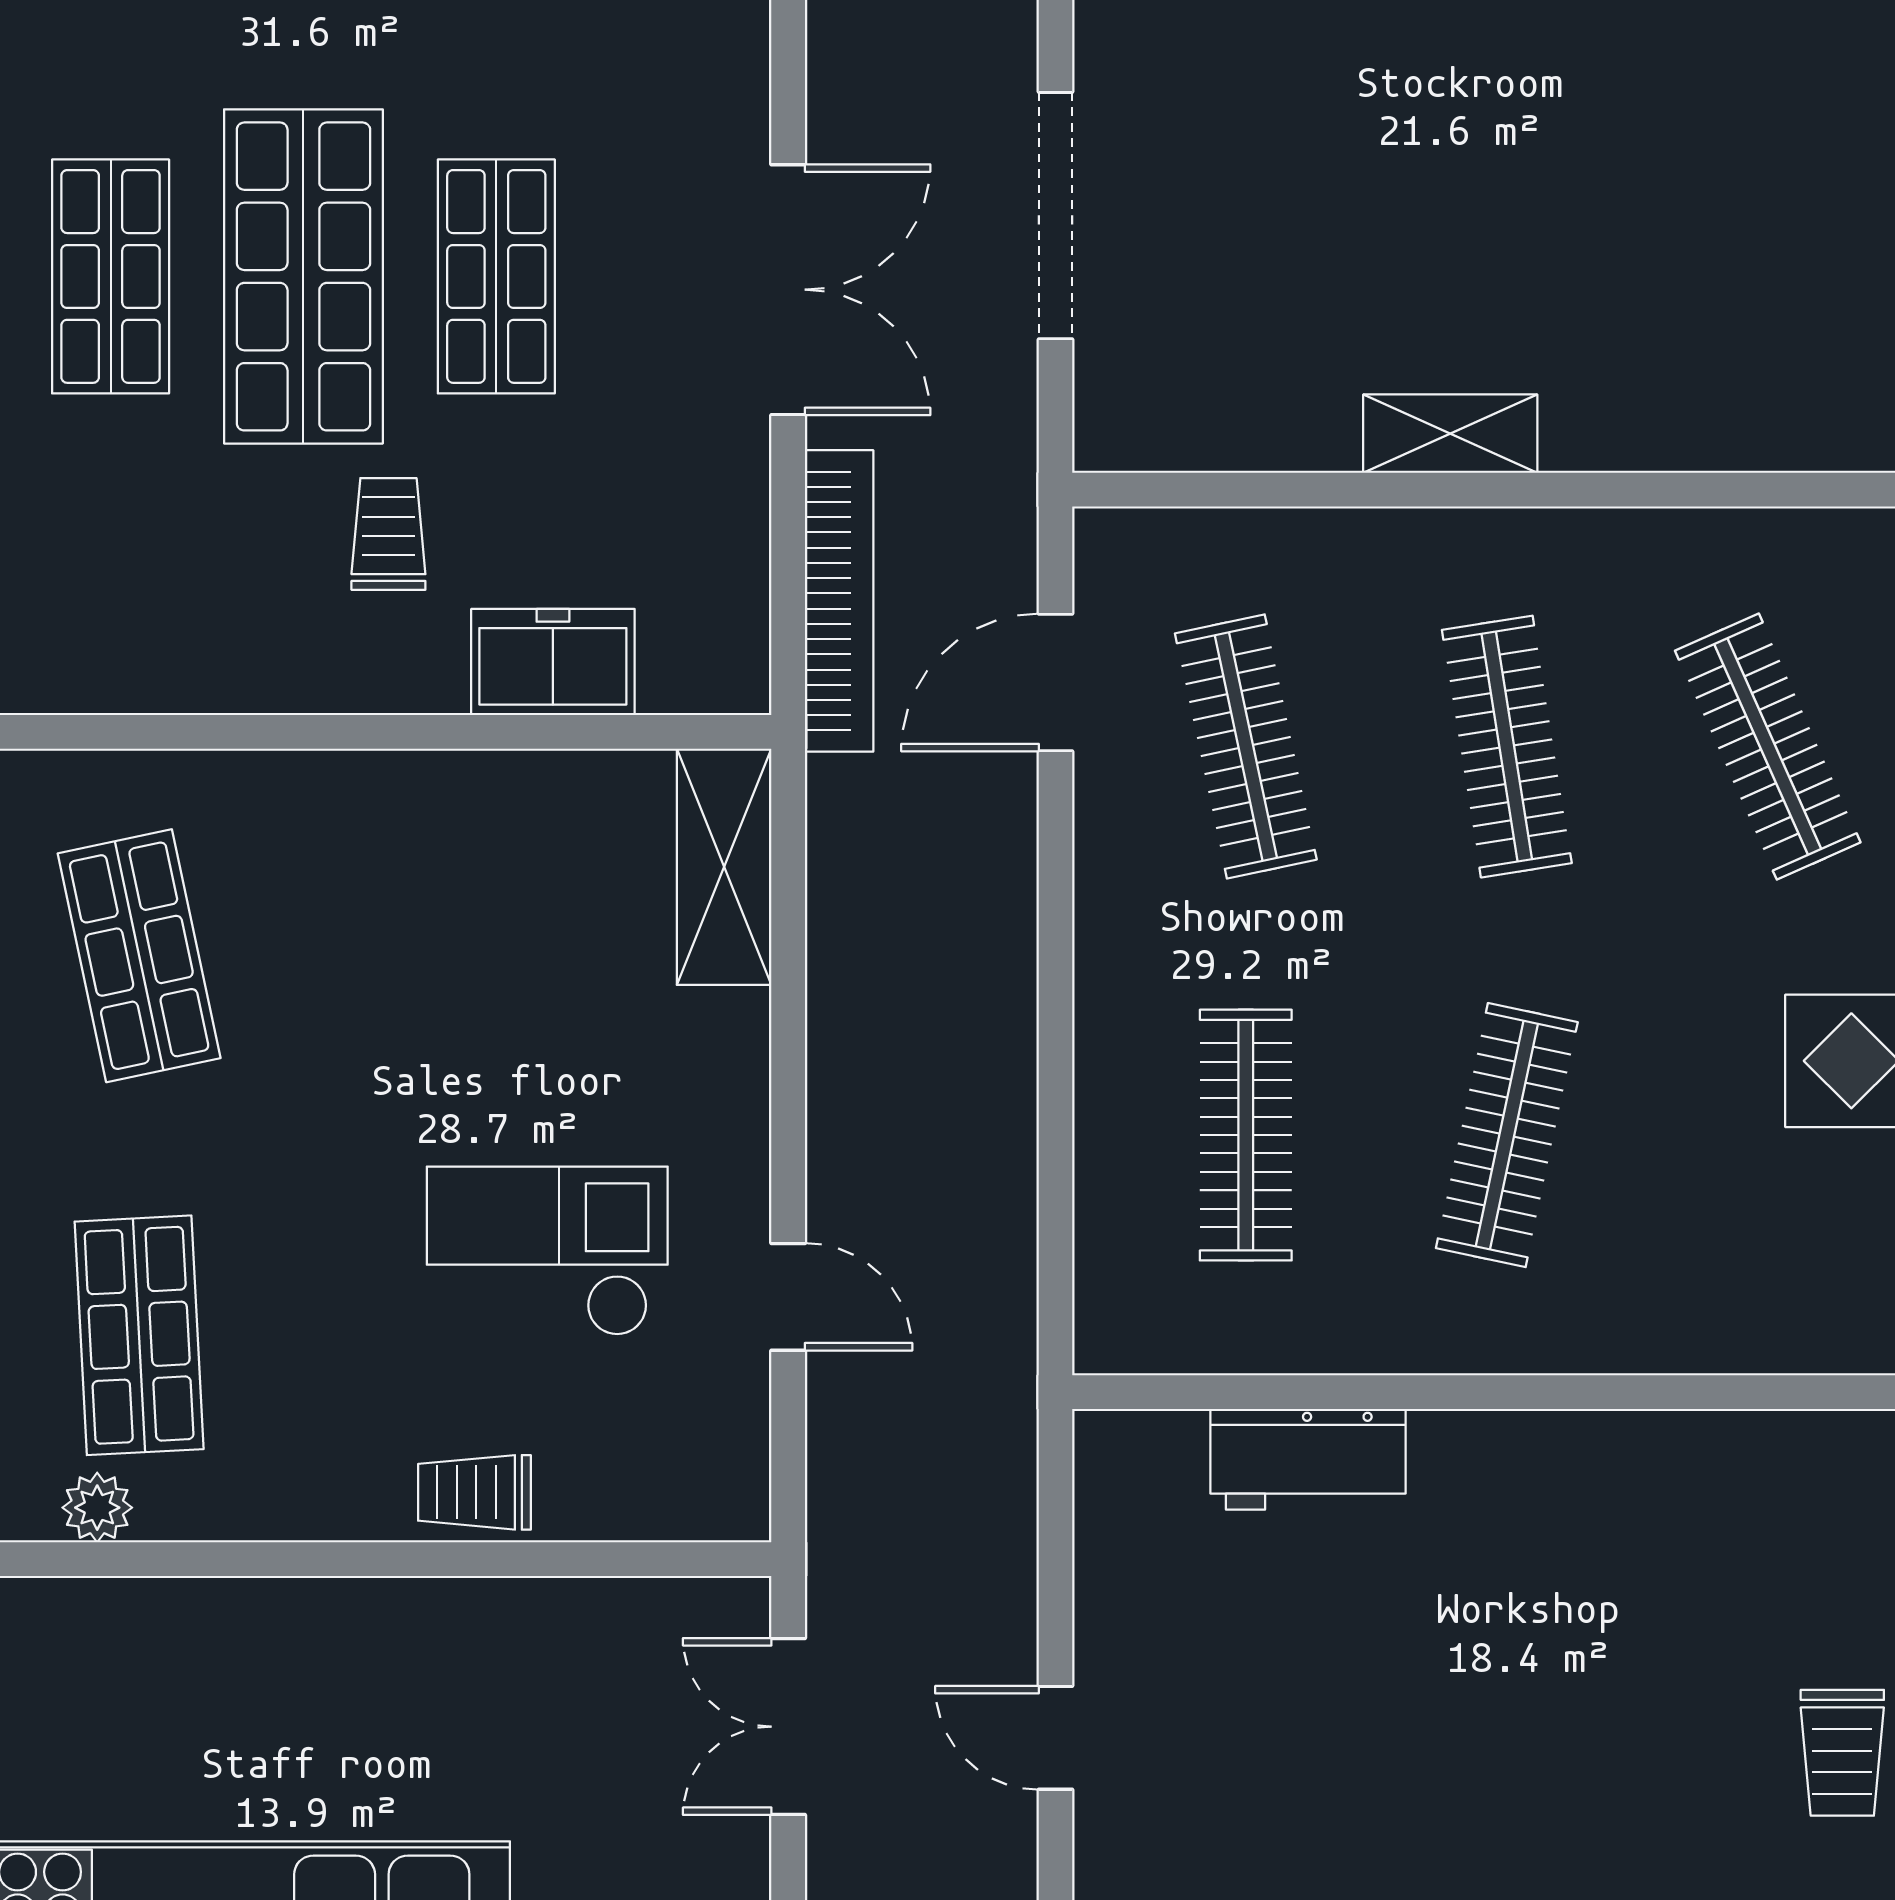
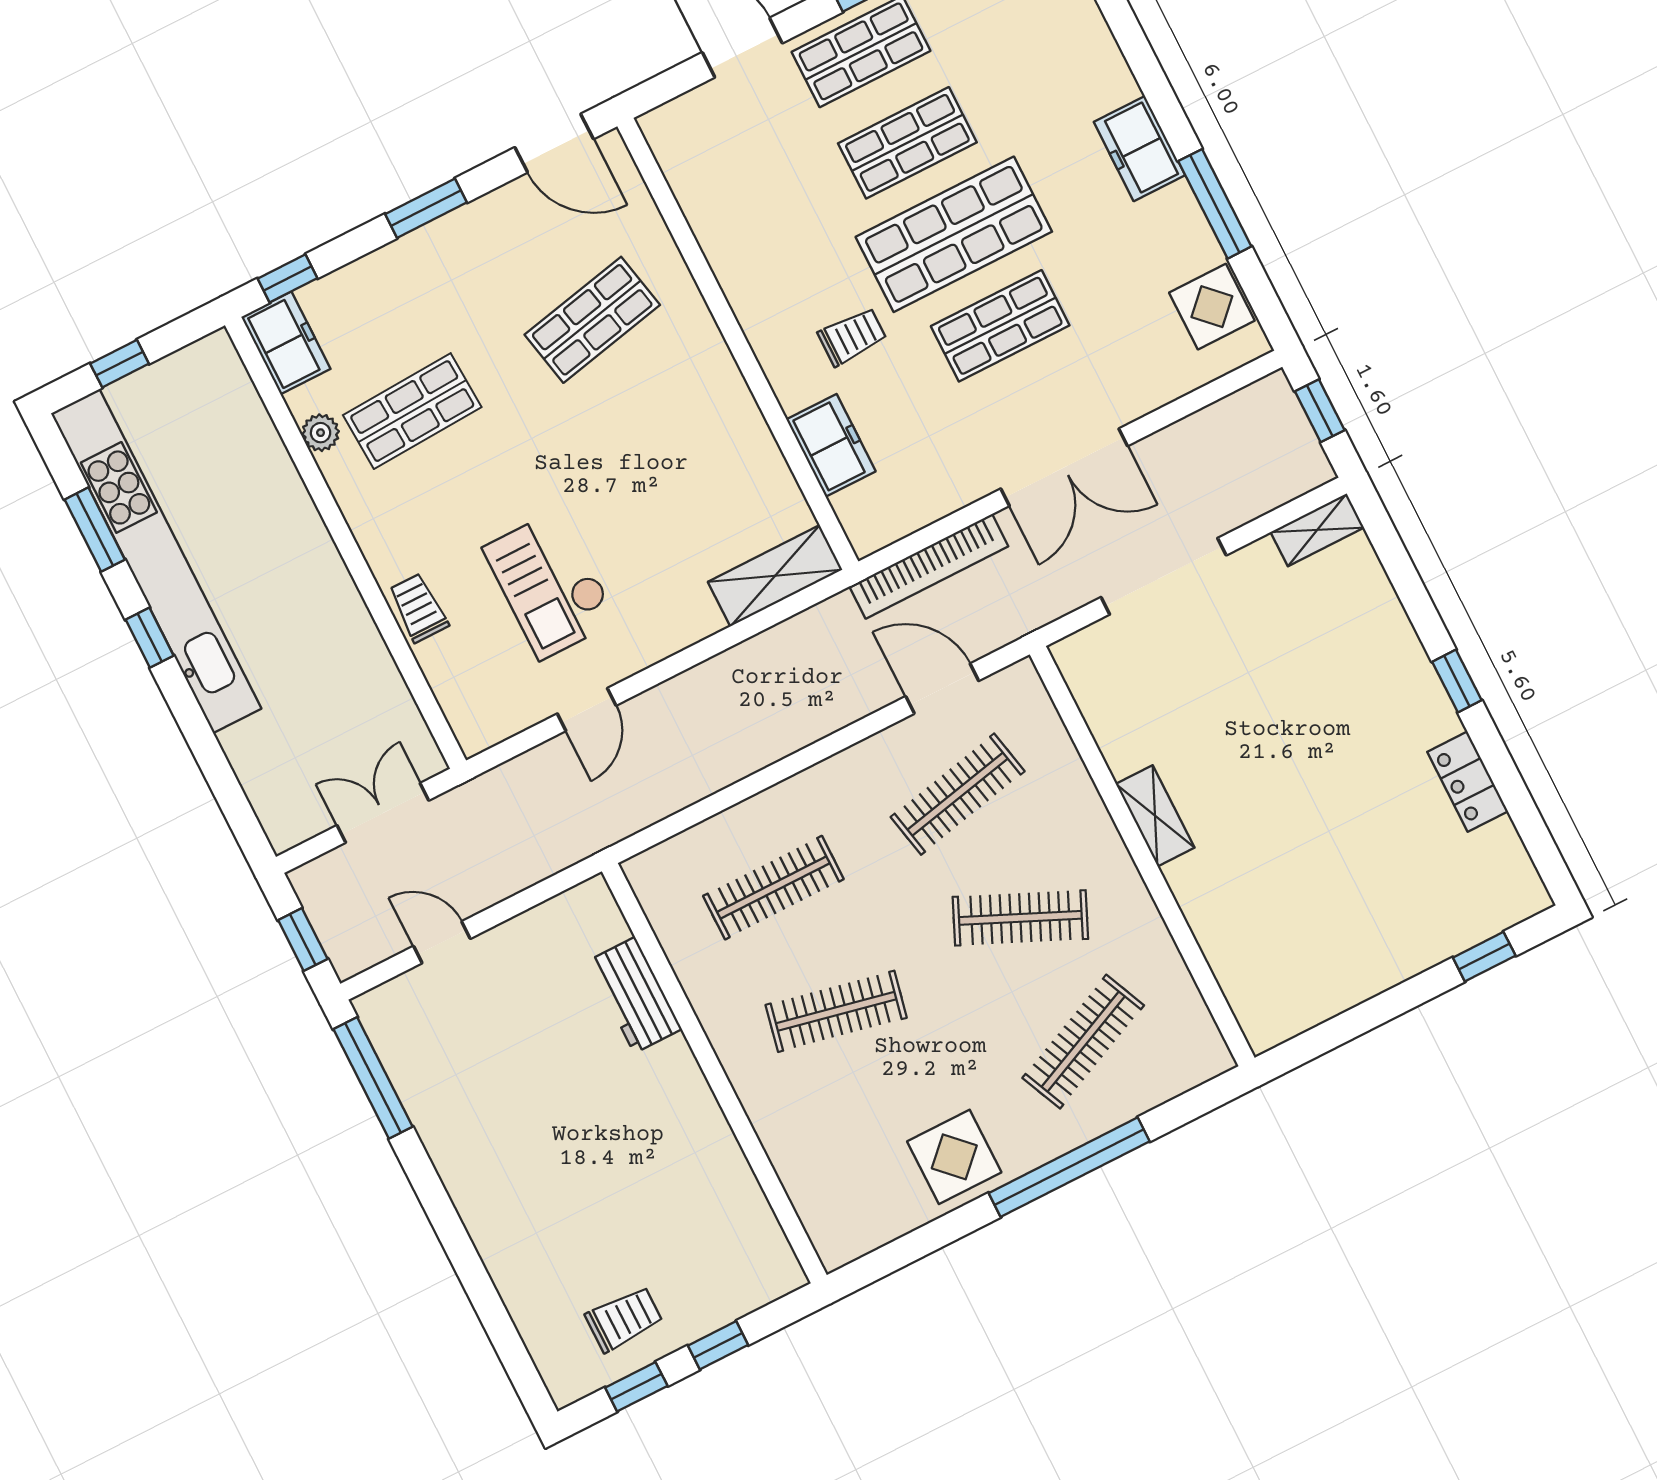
clothes rail: (1507, 747) -> (1020, 918), turned 33
checkout: (547, 1251) -> (550, 584), turned 180
door: (1056, 1738) -> (442, 942), hinge flipped
trolley: (1842, 1753) -> (624, 1319), turned 180

